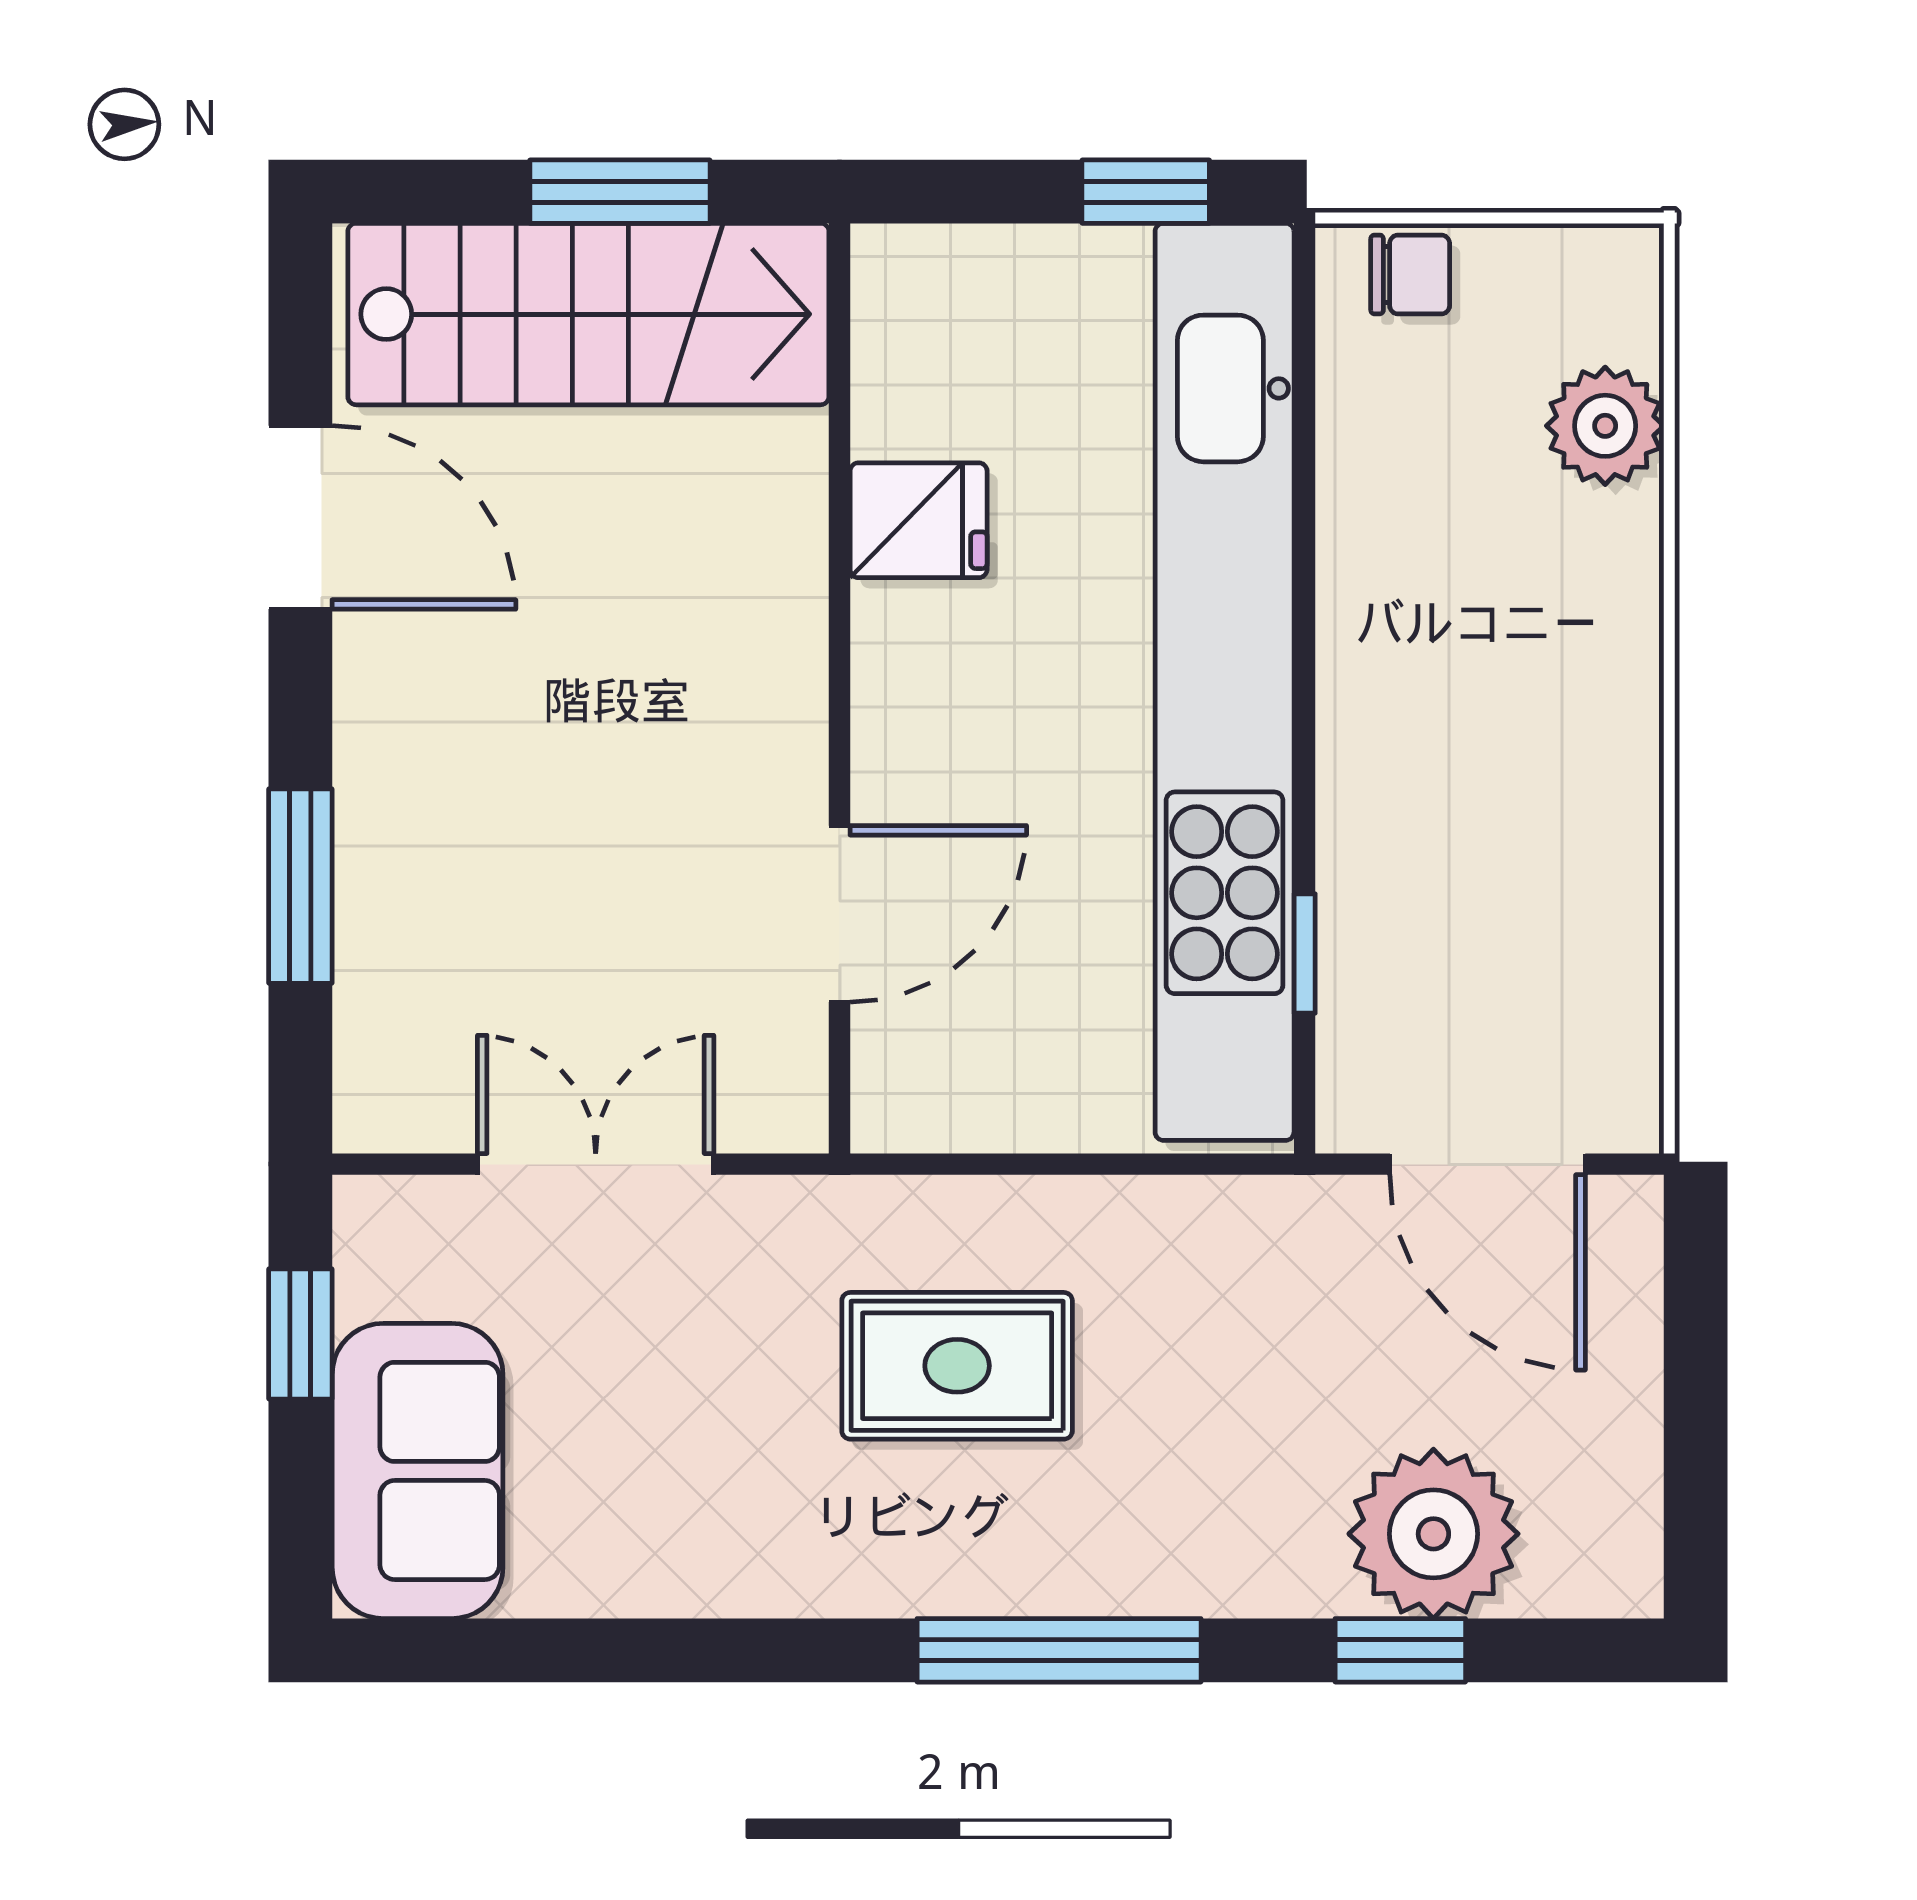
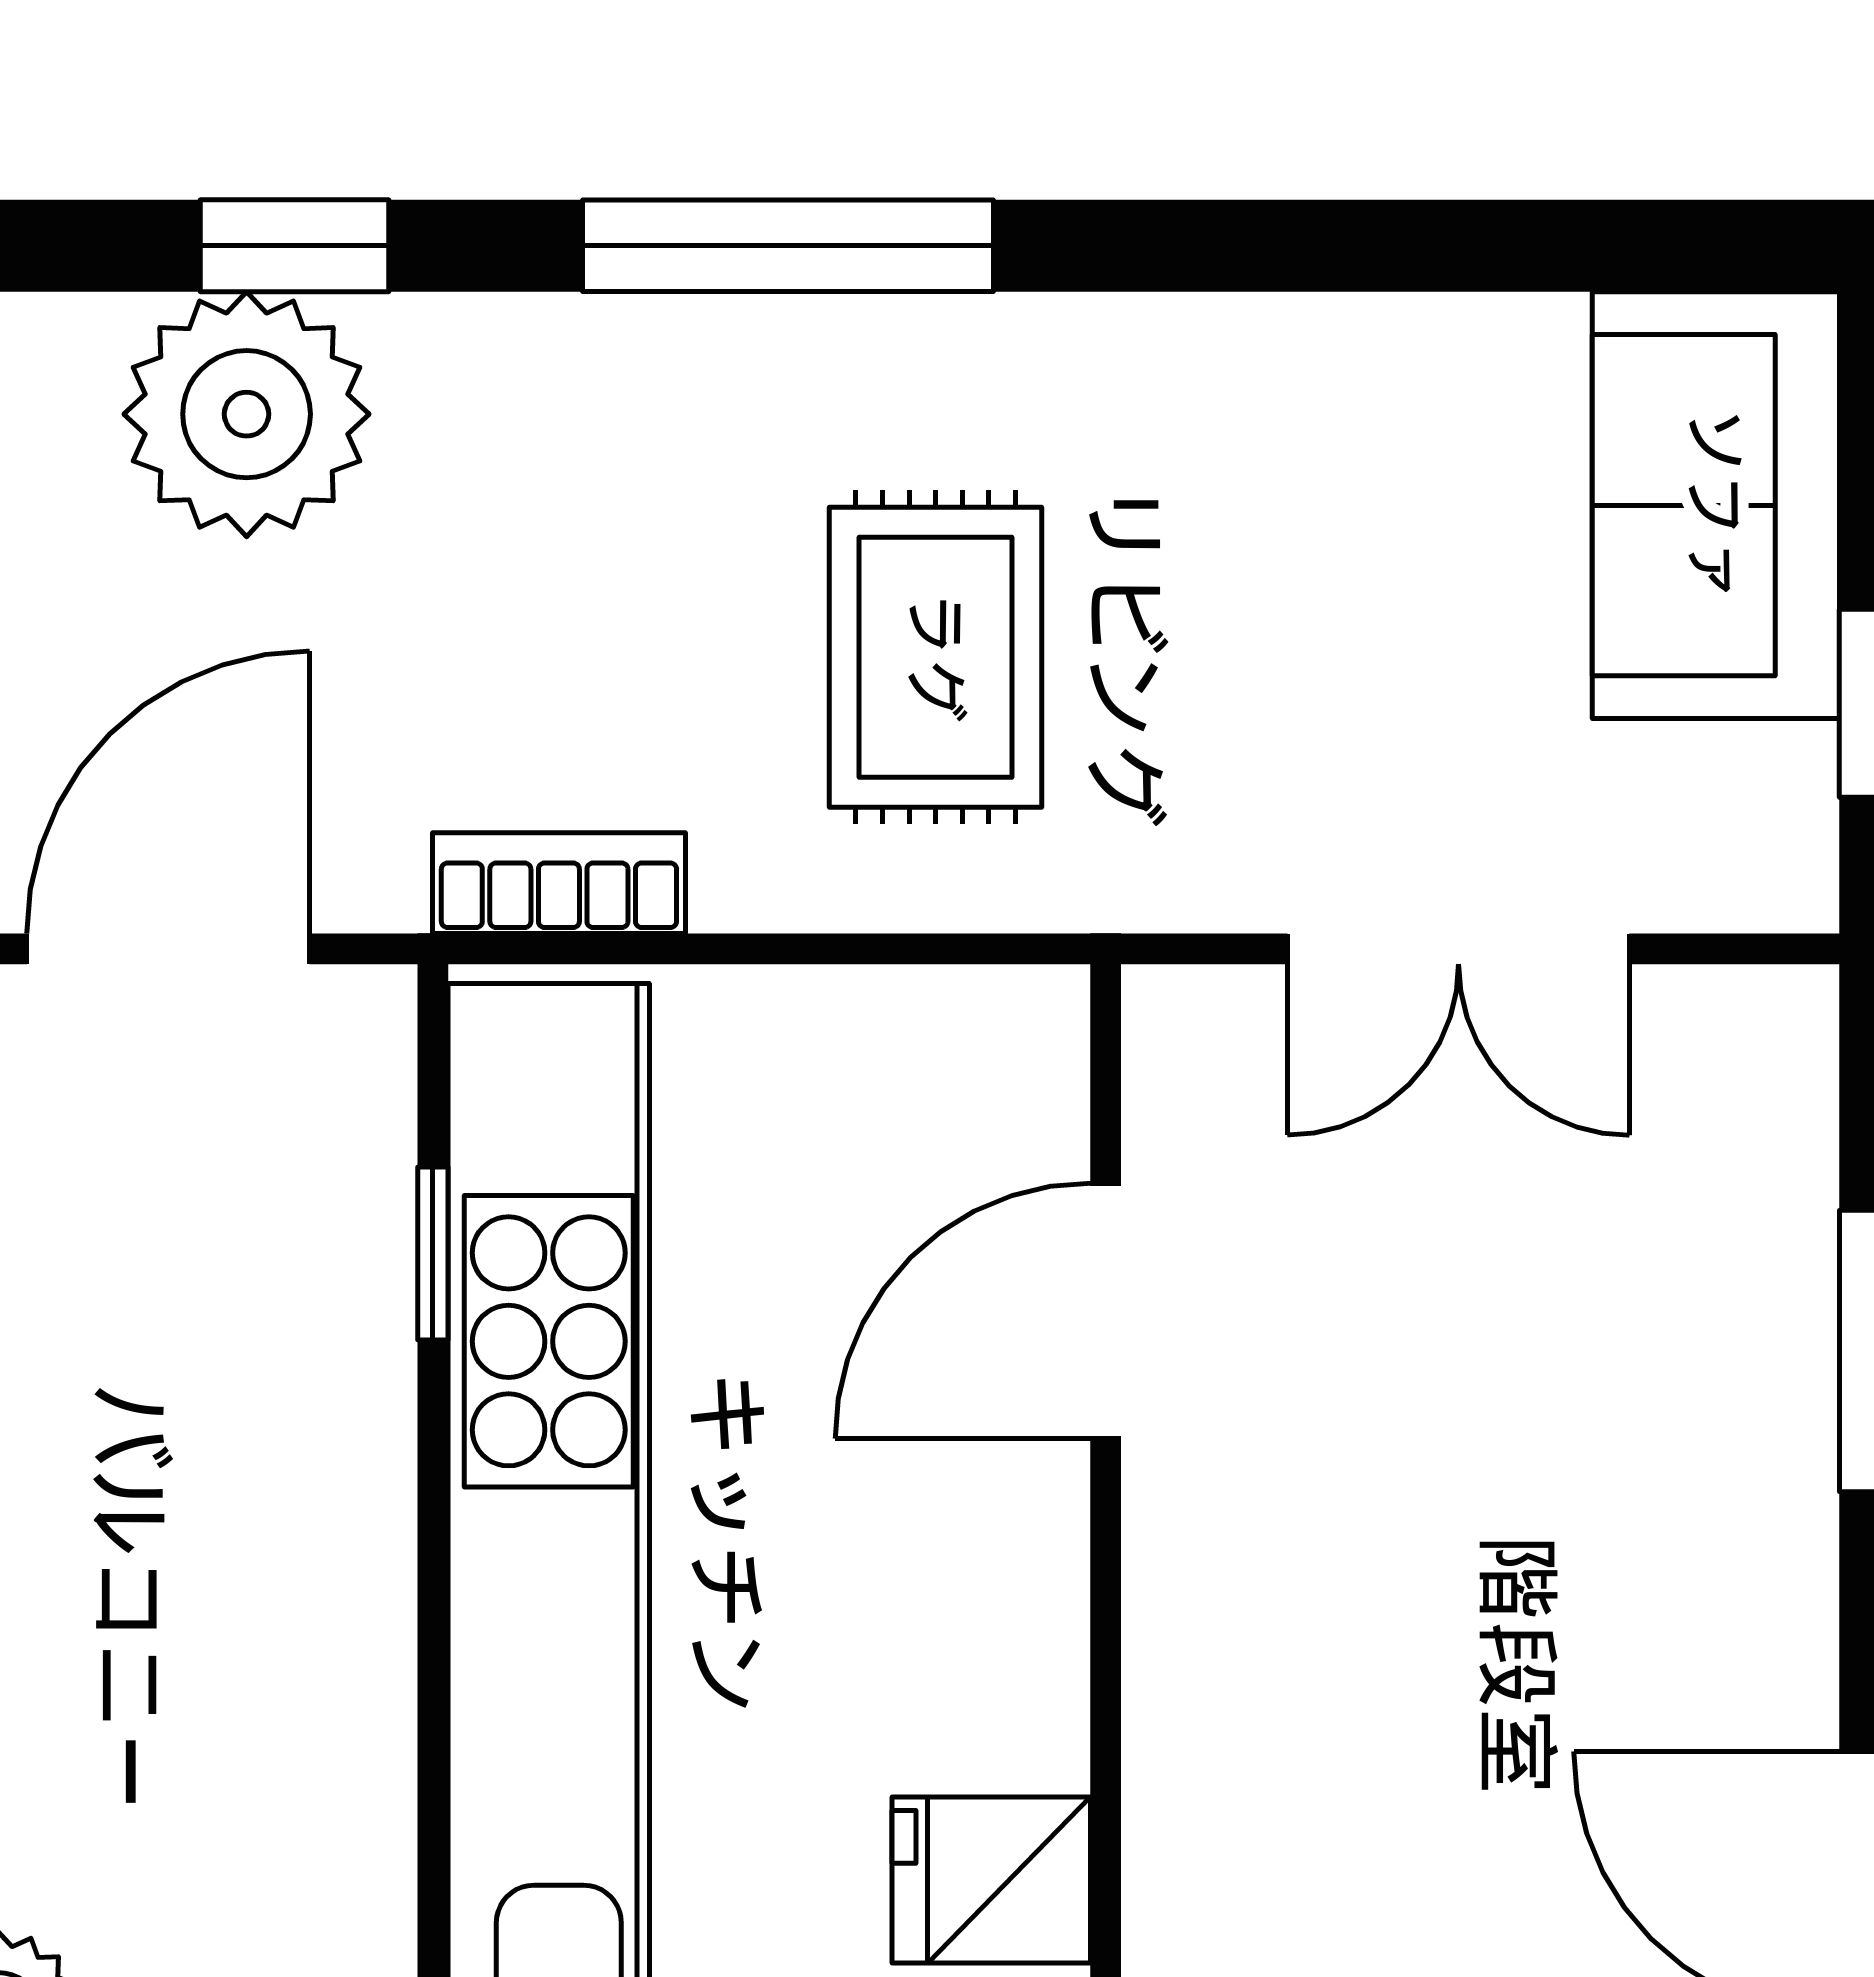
door: (1488, 1164) -> (168, 949), hinge flipped
bookcase: (1217, 1210) -> (559, 883), added
rug: (957, 1366) -> (936, 657), turned 90

